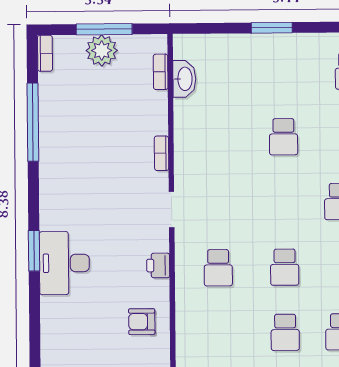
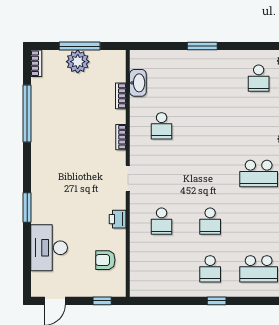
bookcase: (161, 72) -> (121, 96), moved
school desk: (283, 137) -> (162, 126), moved
desk: (64, 263) -> (49, 248), moved

